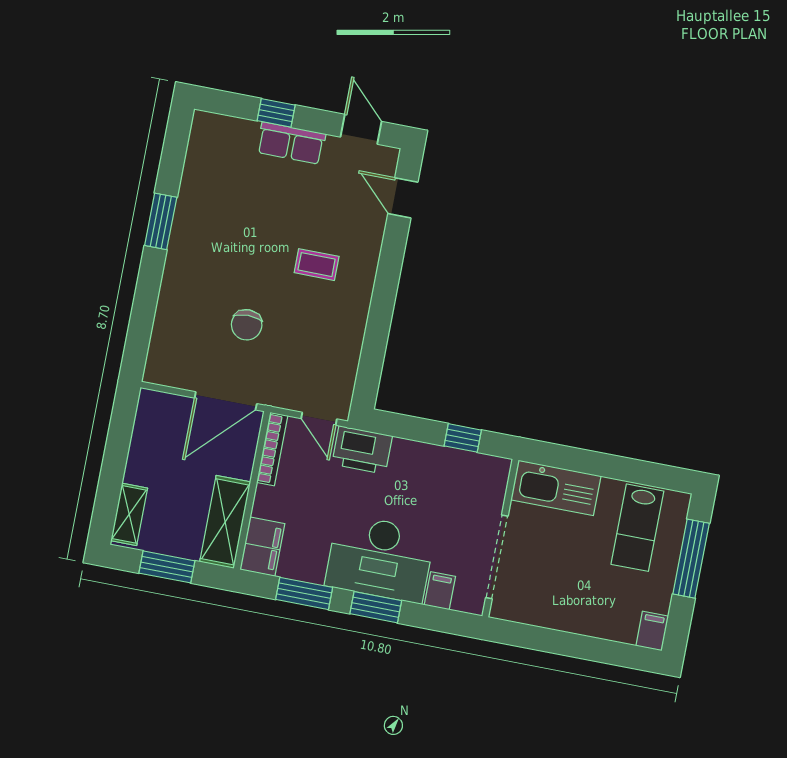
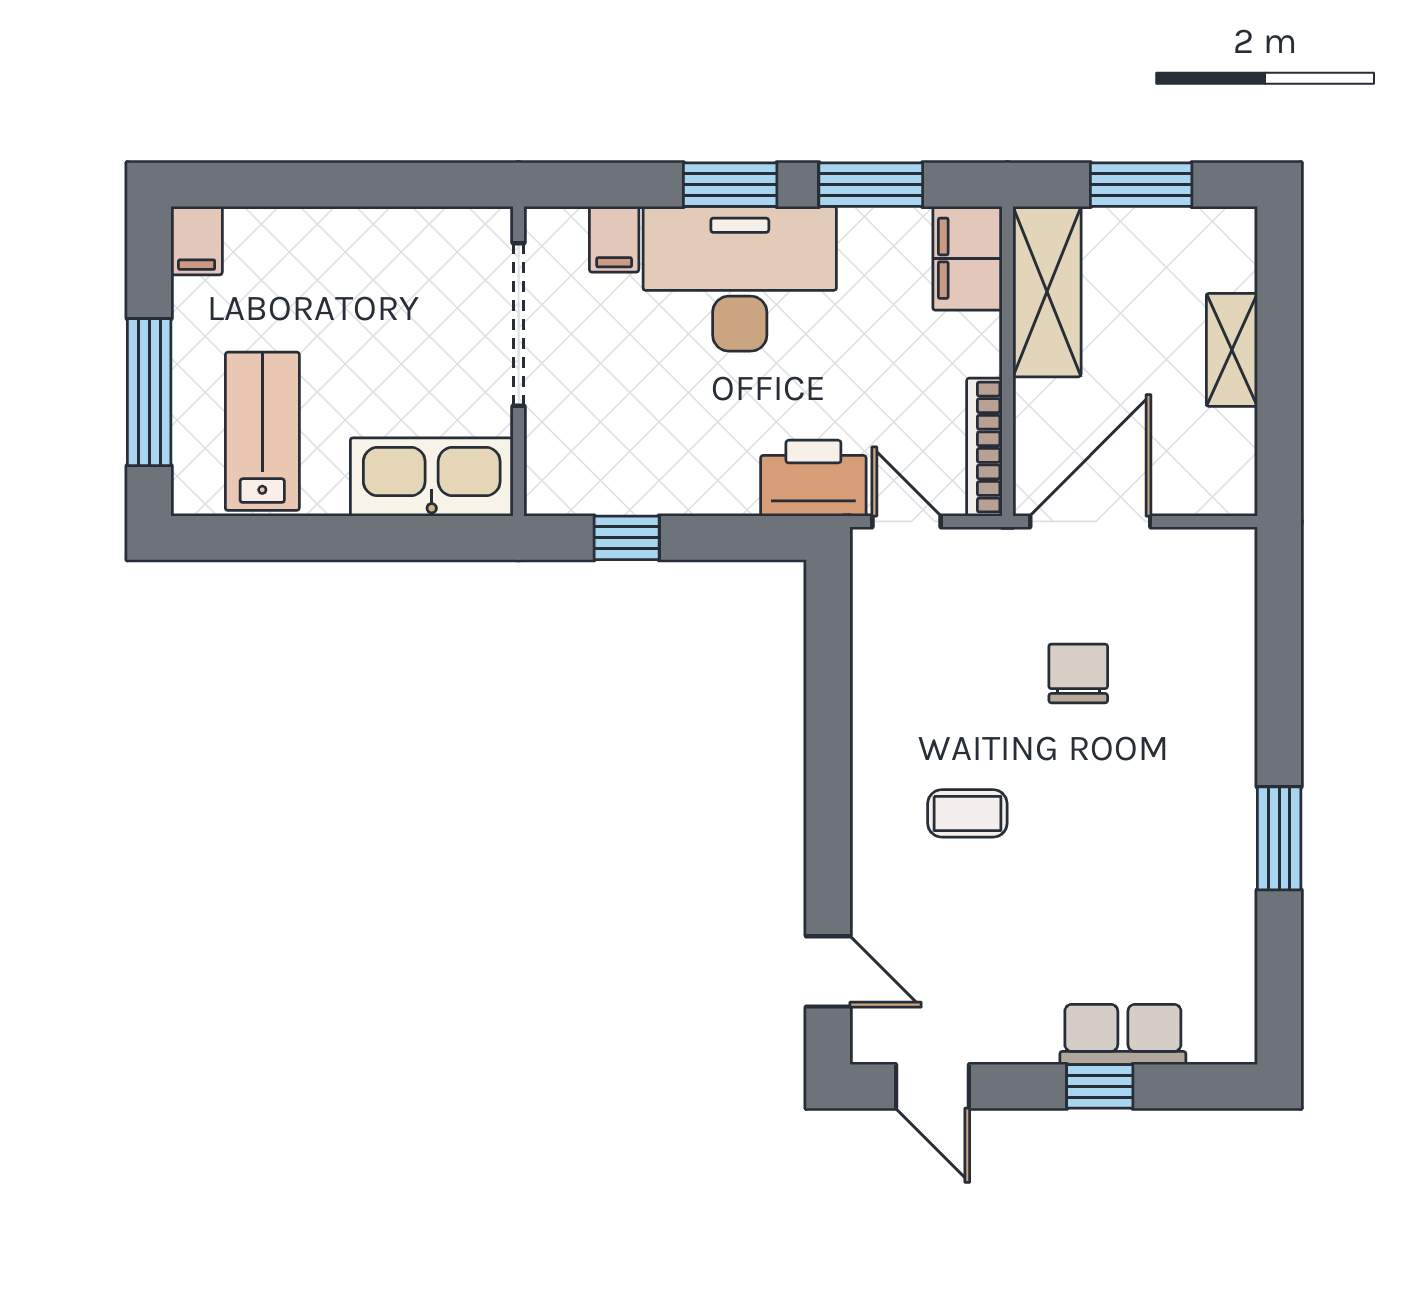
row of seats: (291, 143) -> (1123, 1035), moved
shelving: (129, 514) -> (1232, 350), moved

